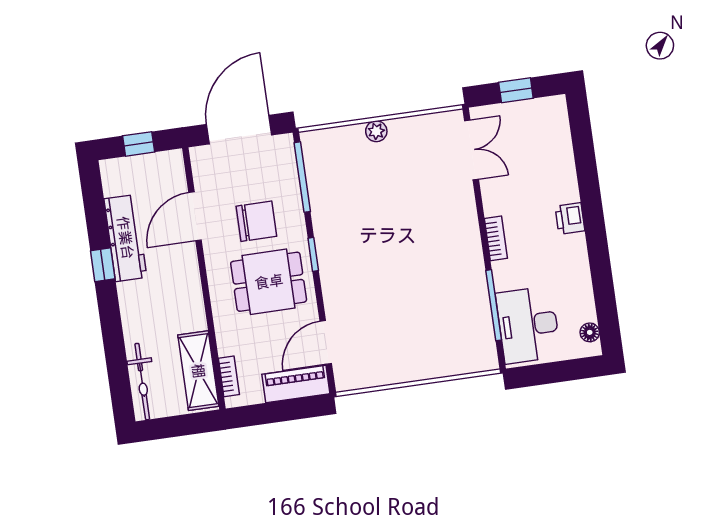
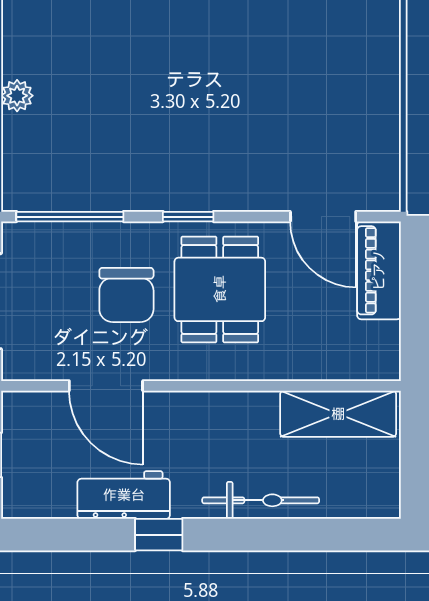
chair: (256, 221) -> (126, 295), turned 180
workbench: (125, 238) -> (124, 495), width x0.73
bookcase: (229, 376) -> (353, 369), removed
bicycle: (142, 382) -> (261, 500), moved

